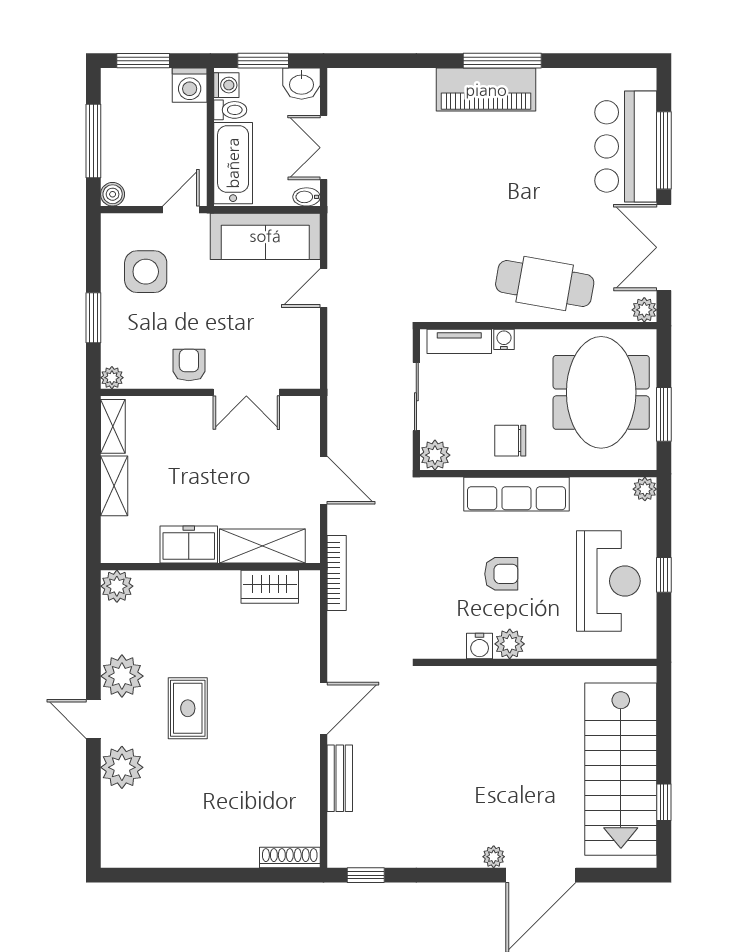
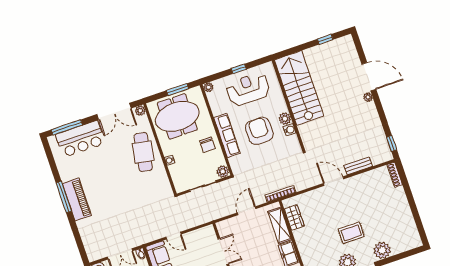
window: (664, 150) -> (67, 127), moved
tv unit: (459, 341) -> (176, 177), removed
armchair: (501, 574) -> (259, 131), width x1.88, depth x1.88
stairs: (621, 769) -> (299, 88), moved, turned -90

